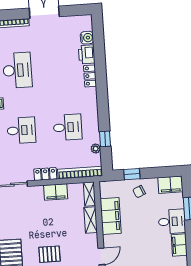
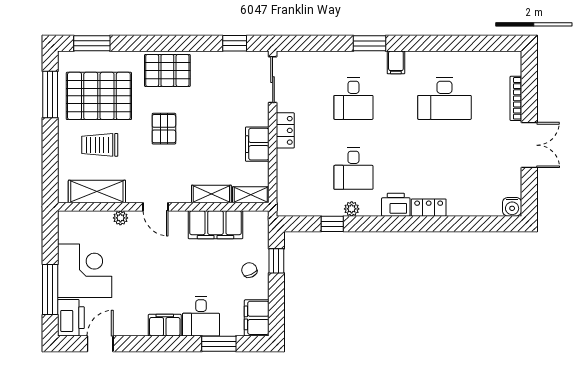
water cooler: (87, 38) -> (512, 207), moved
printer: (87, 54) -> (396, 205), moved
plant: (96, 149) -> (352, 209), moved
bookcase: (80, 173) -> (284, 183), removed

